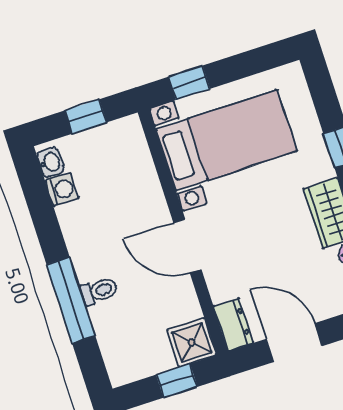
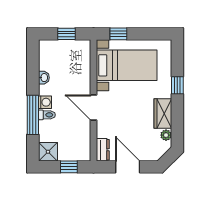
washbasin: (50, 162) -> (44, 78), moved
washing machine: (62, 190) -> (45, 102), moved
shower: (192, 342) -> (48, 152), moved

